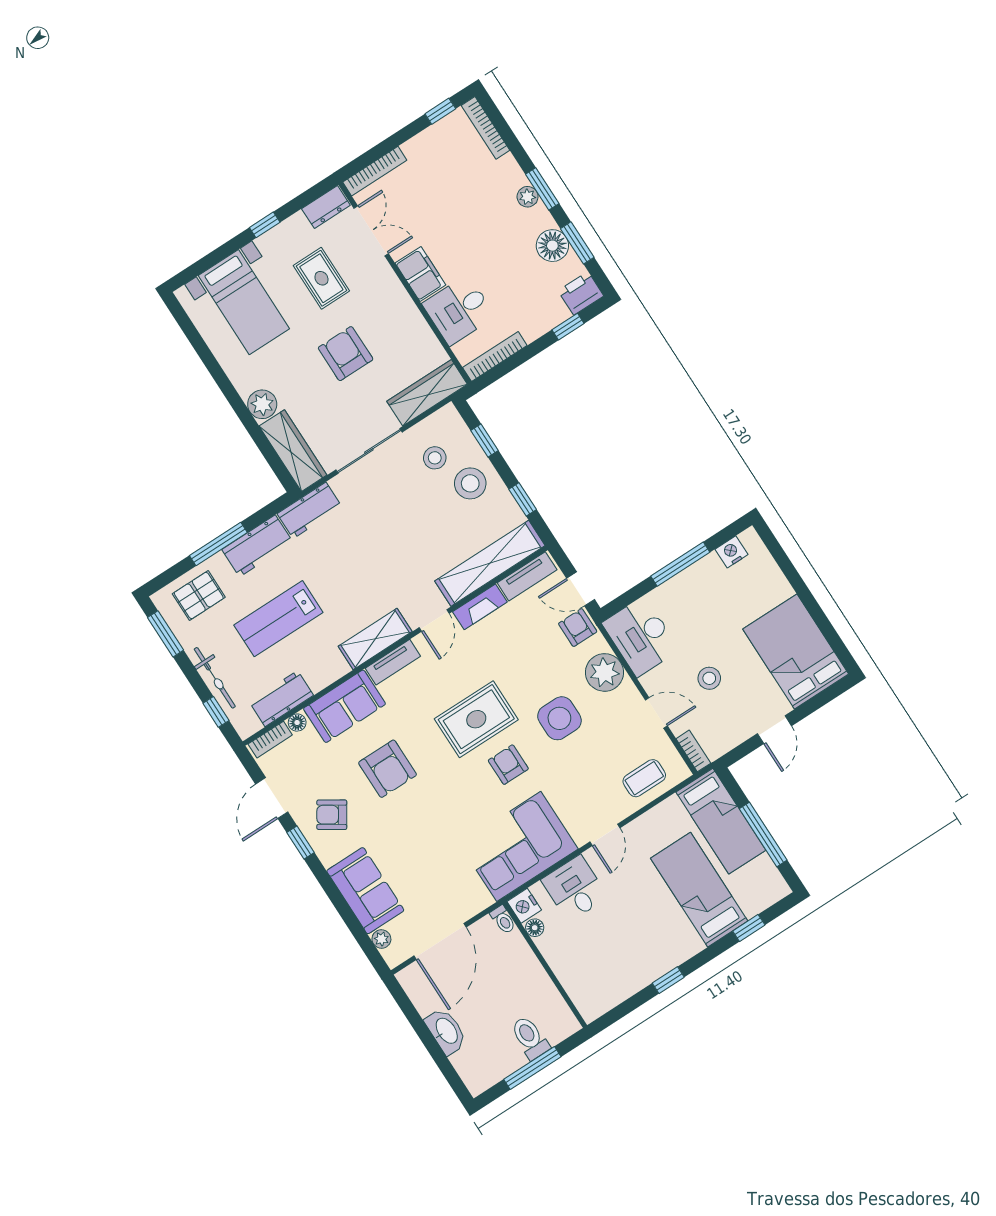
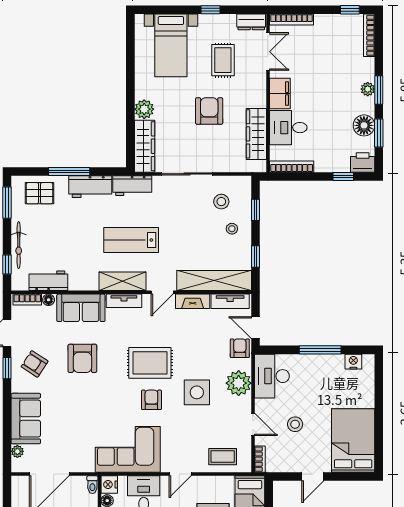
wardrobe: (427, 393) -> (256, 134), moved, turned -90
stool: (470, 483) -> (232, 229), width x0.53, depth x0.53
lab bench: (278, 619) -> (131, 240), moved

